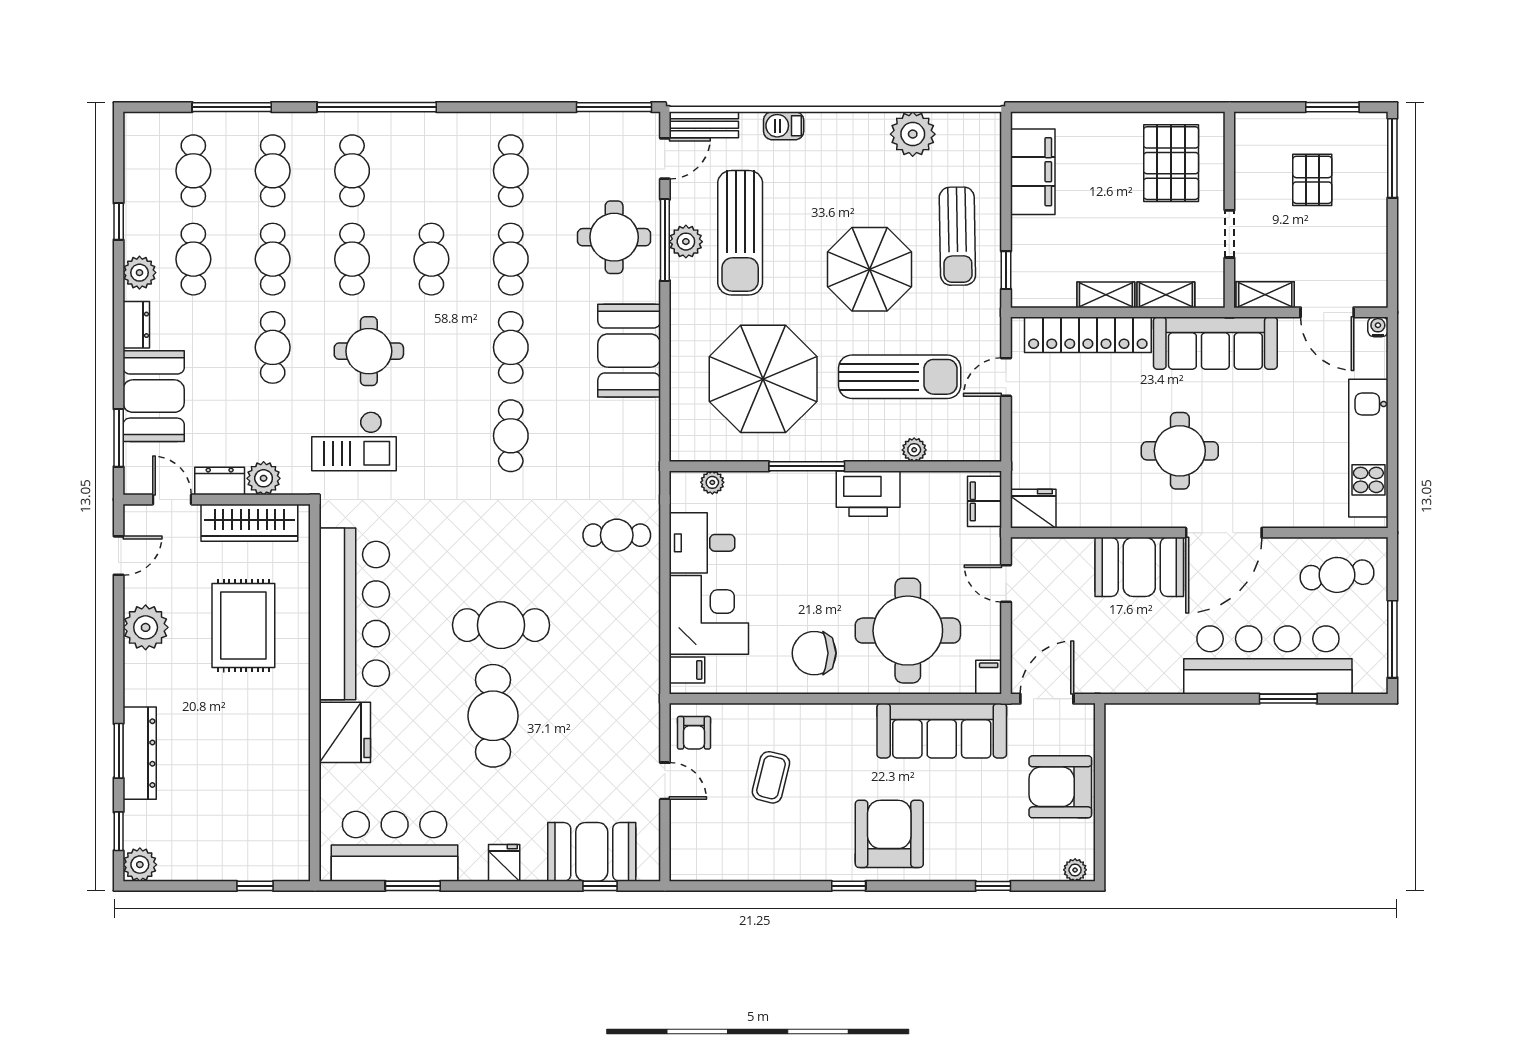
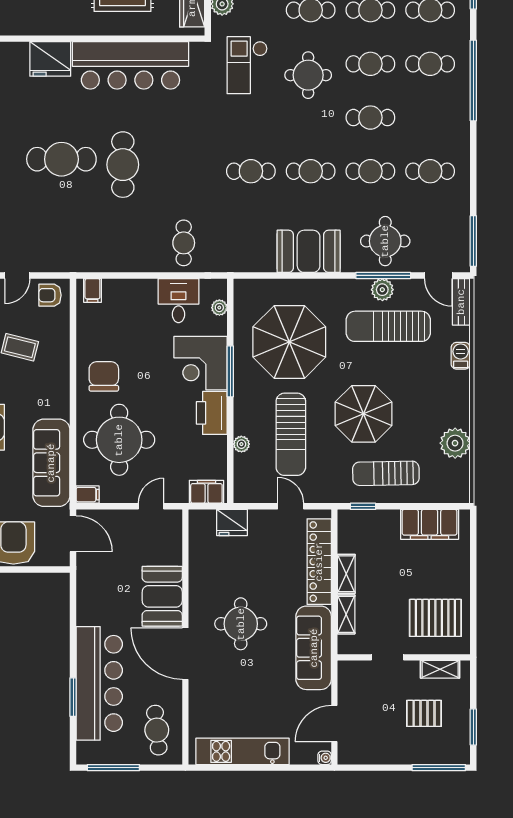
shelving: (1265, 295) -> (440, 669), moved, turned 90
fridge: (1033, 509) -> (232, 522), moved, turned 90
corner desk: (709, 615) -> (201, 363), moved, turned 90

